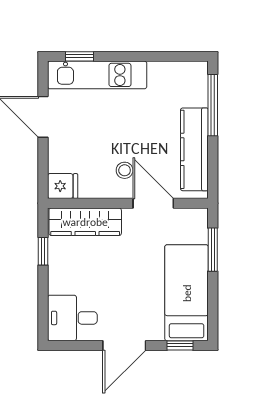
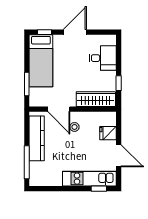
fridge: (63, 186) -> (108, 133), moved
desk: (72, 318) -> (103, 58), moved

